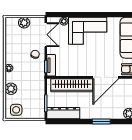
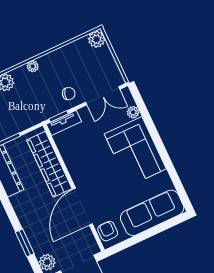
plant: (24, 23) -> (97, 39), moved
door: (106, 77) -> (82, 207), hinge flipped
window: (101, 122) -> (25, 243), moved

